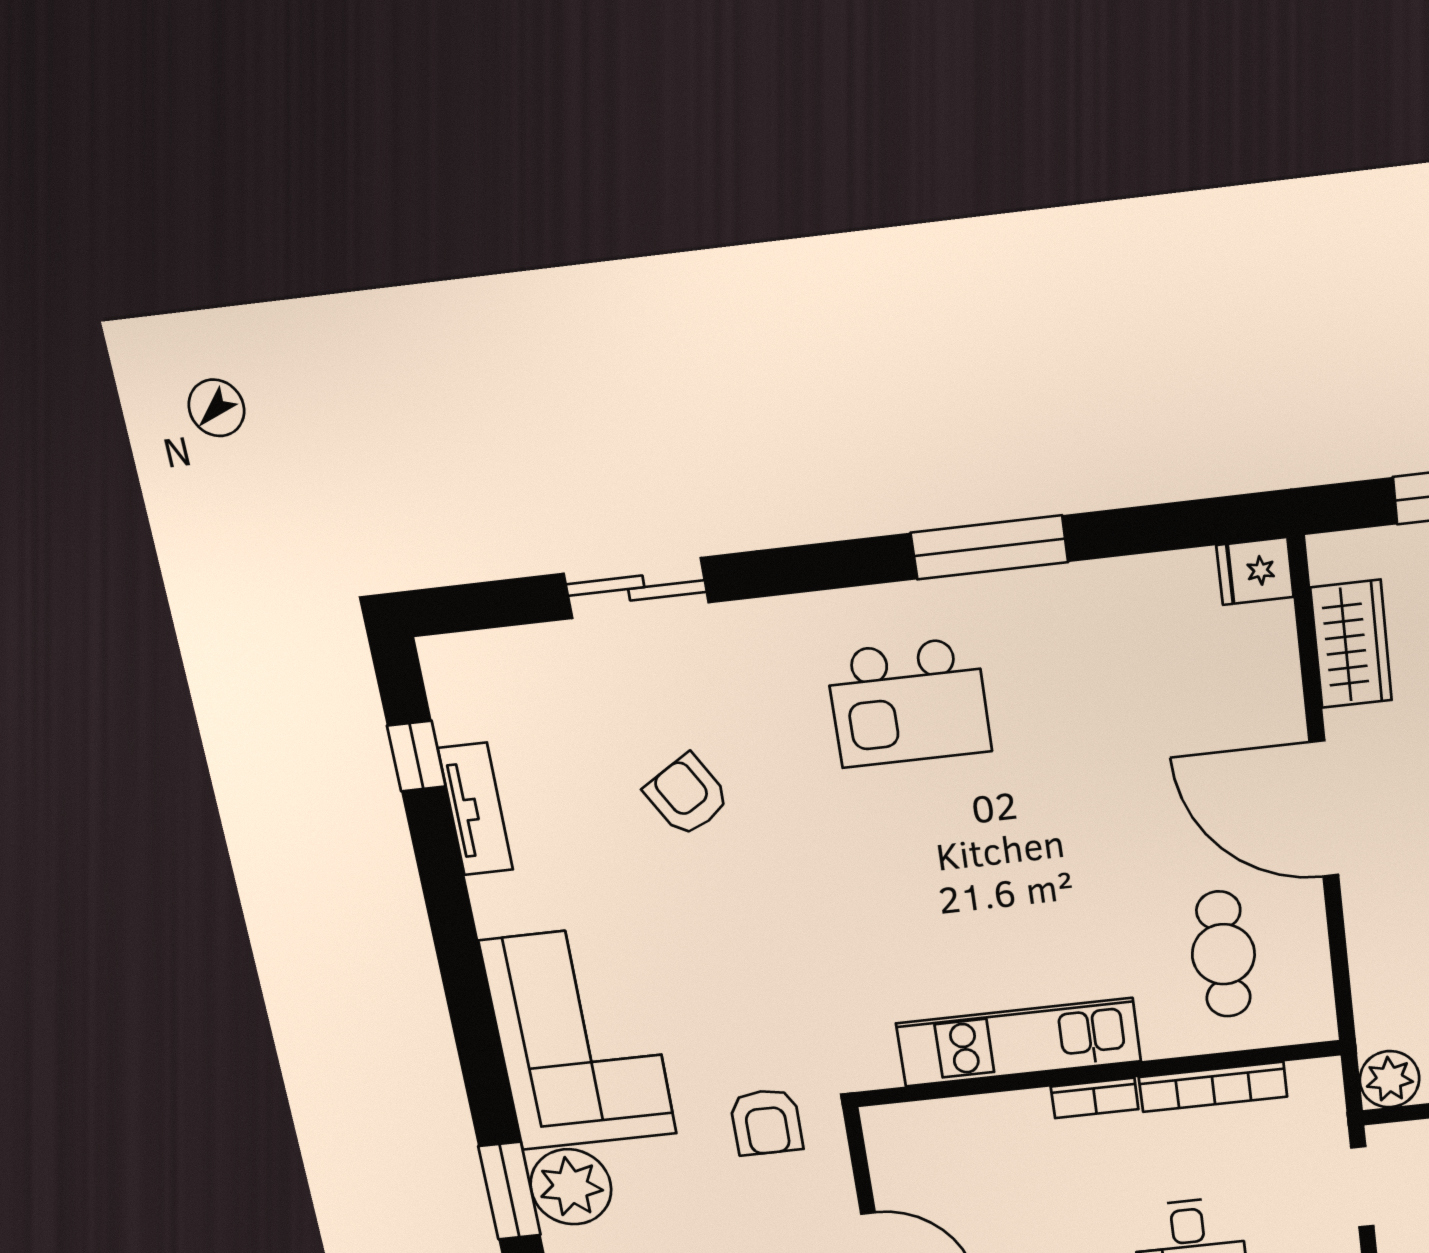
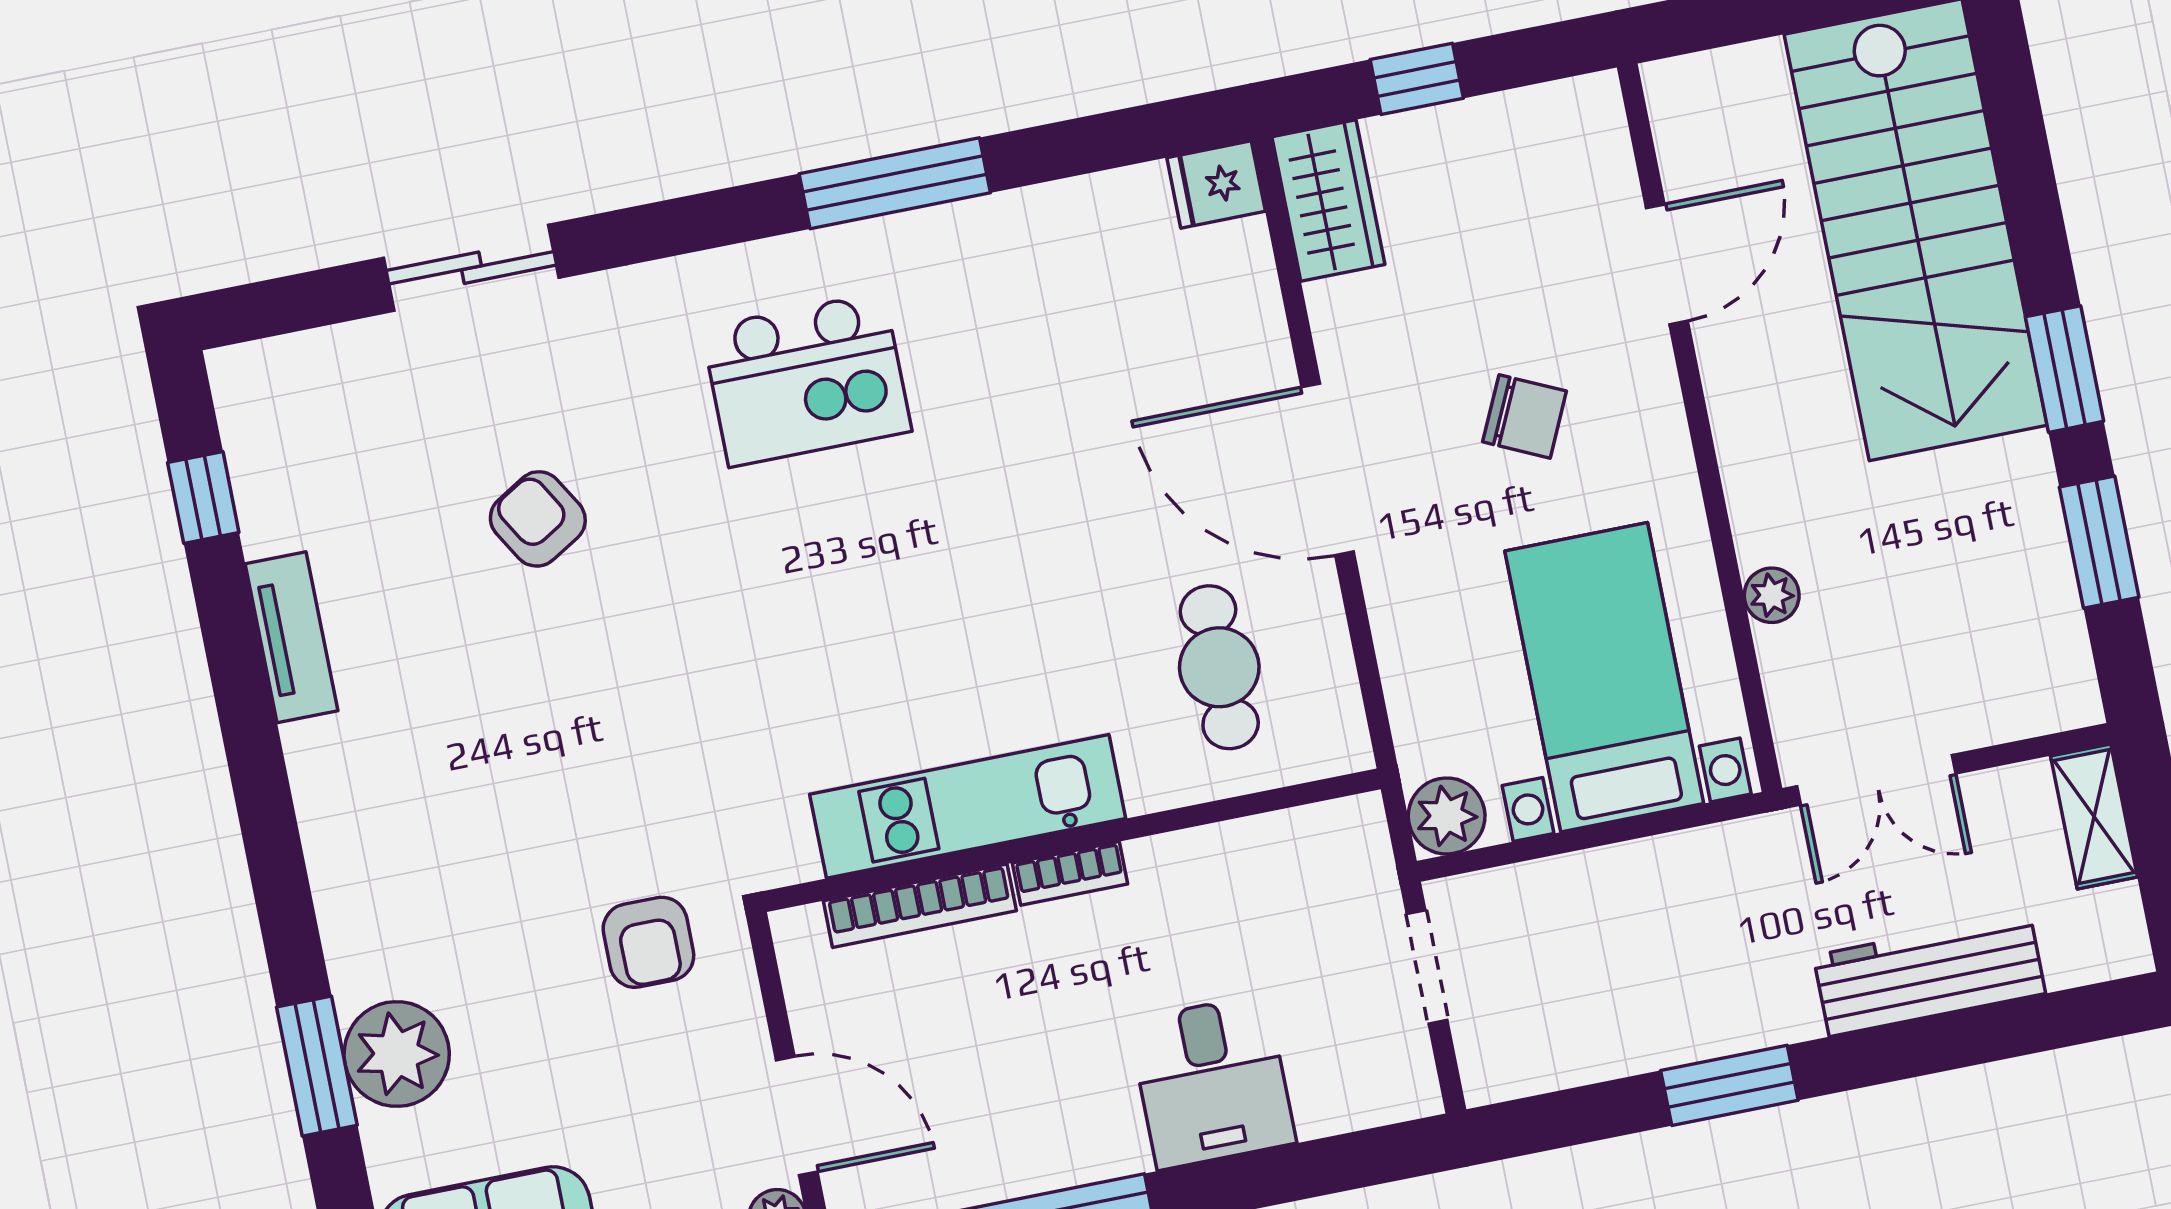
wardrobe: (1351, 644) -> (1328, 201), moved
tv unit: (476, 809) -> (291, 637), moved
corner sofa: (579, 1038) -> (405, 848), removed
bookcase: (1213, 1087) -> (920, 906), moved

